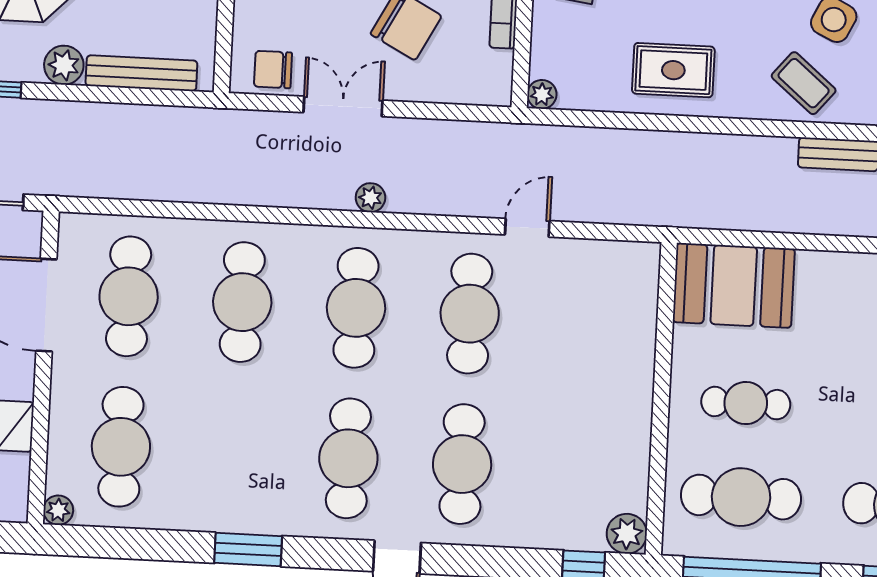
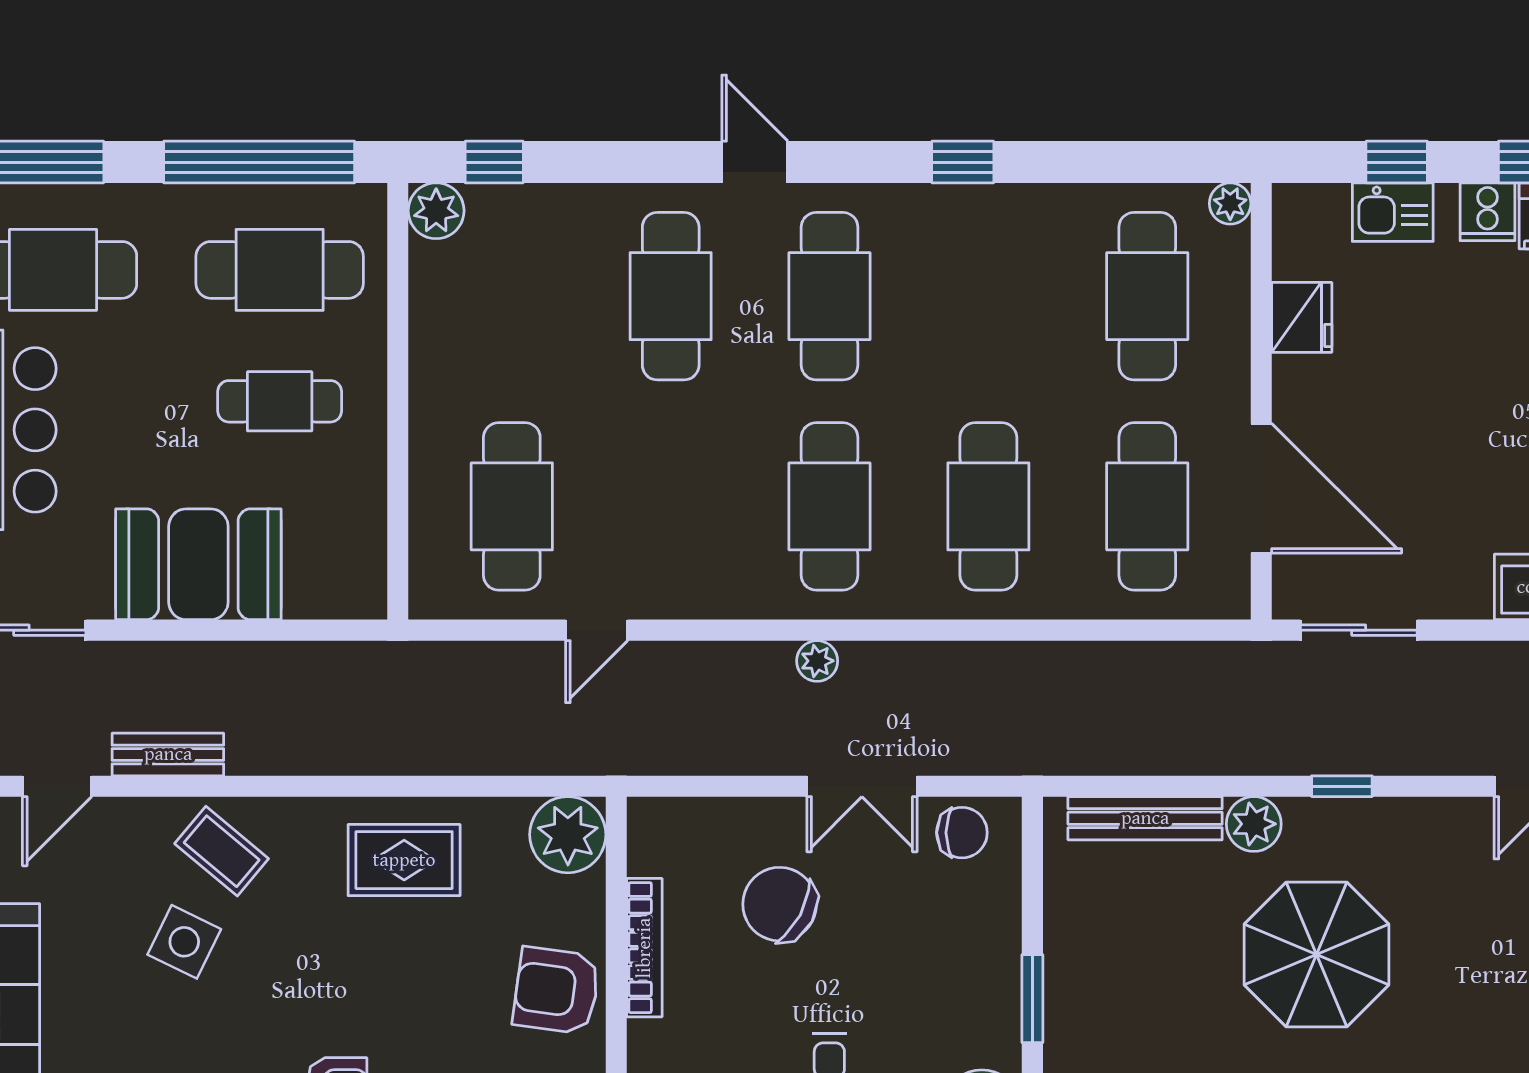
plant: (542, 94) -> (568, 835), width x1.87, depth x1.87
booth: (734, 285) -> (198, 564), moved
cafe table: (470, 314) -> (512, 506), moved
window: (248, 550) -> (963, 162), width x0.67

